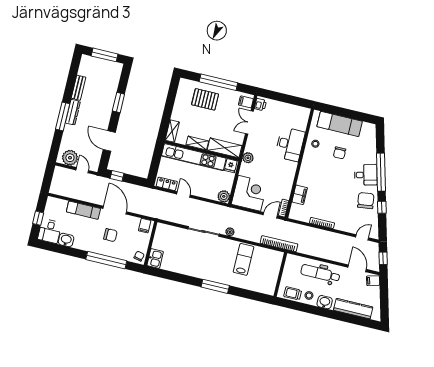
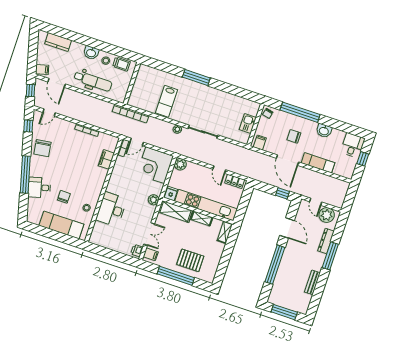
window: (118, 103) -> (275, 265), width x2.11
dresser: (73, 112) -> (326, 241), moved
desk: (366, 175) -> (39, 188), moved
window: (382, 207) -> (28, 126), moved
washbasin: (66, 240) -> (324, 131), moved
kitchen sink: (155, 259) -> (248, 123), moved
kitchen counter: (353, 309) -> (58, 42), width x0.67

